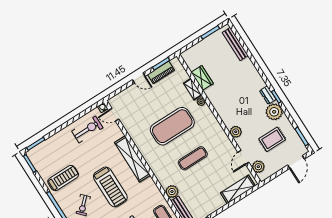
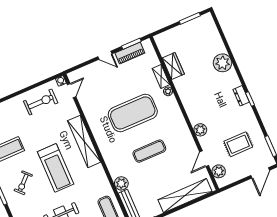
bench: (235, 44) -> (215, 35), removed
plant: (274, 112) -> (222, 63), moved
door: (114, 115) -> (72, 91), swing flipped
shelving: (238, 189) -> (185, 196), width x1.47

